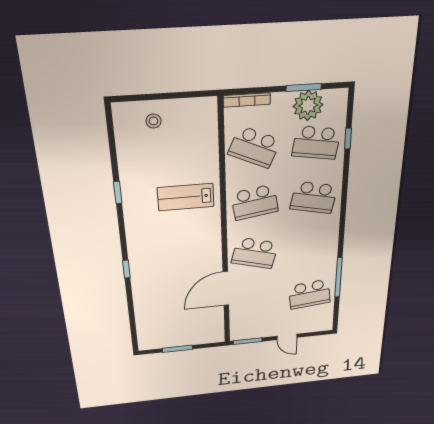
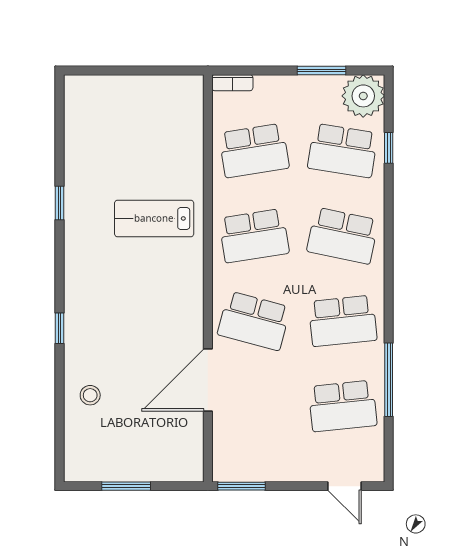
bookcase: (247, 100) -> (232, 83), width x0.64
plant: (308, 105) -> (363, 96), moved
stool: (154, 121) -> (90, 395), moved
school desk: (254, 147) -> (254, 151), turned -33
school desk: (312, 248) -> (343, 321), added
door: (287, 337) -> (345, 486), moved

